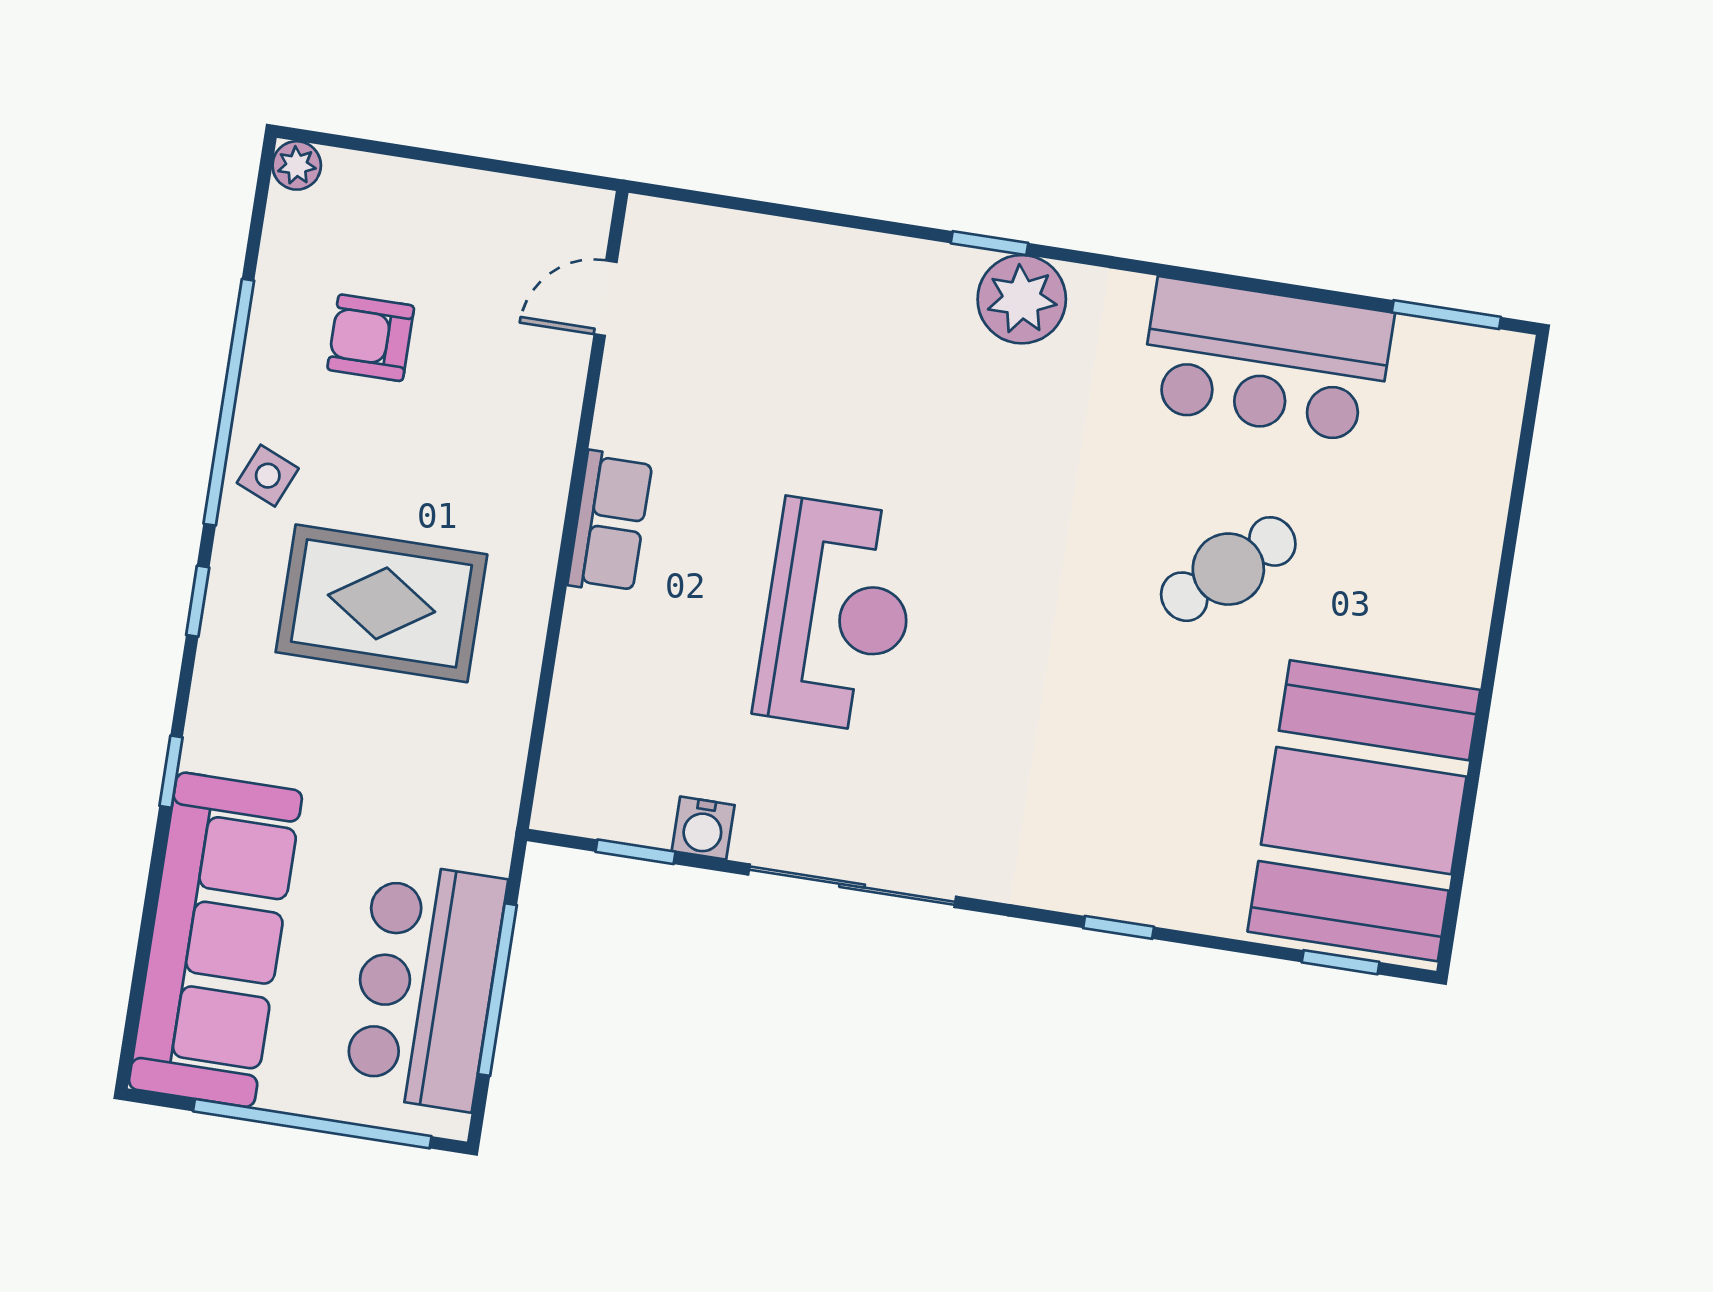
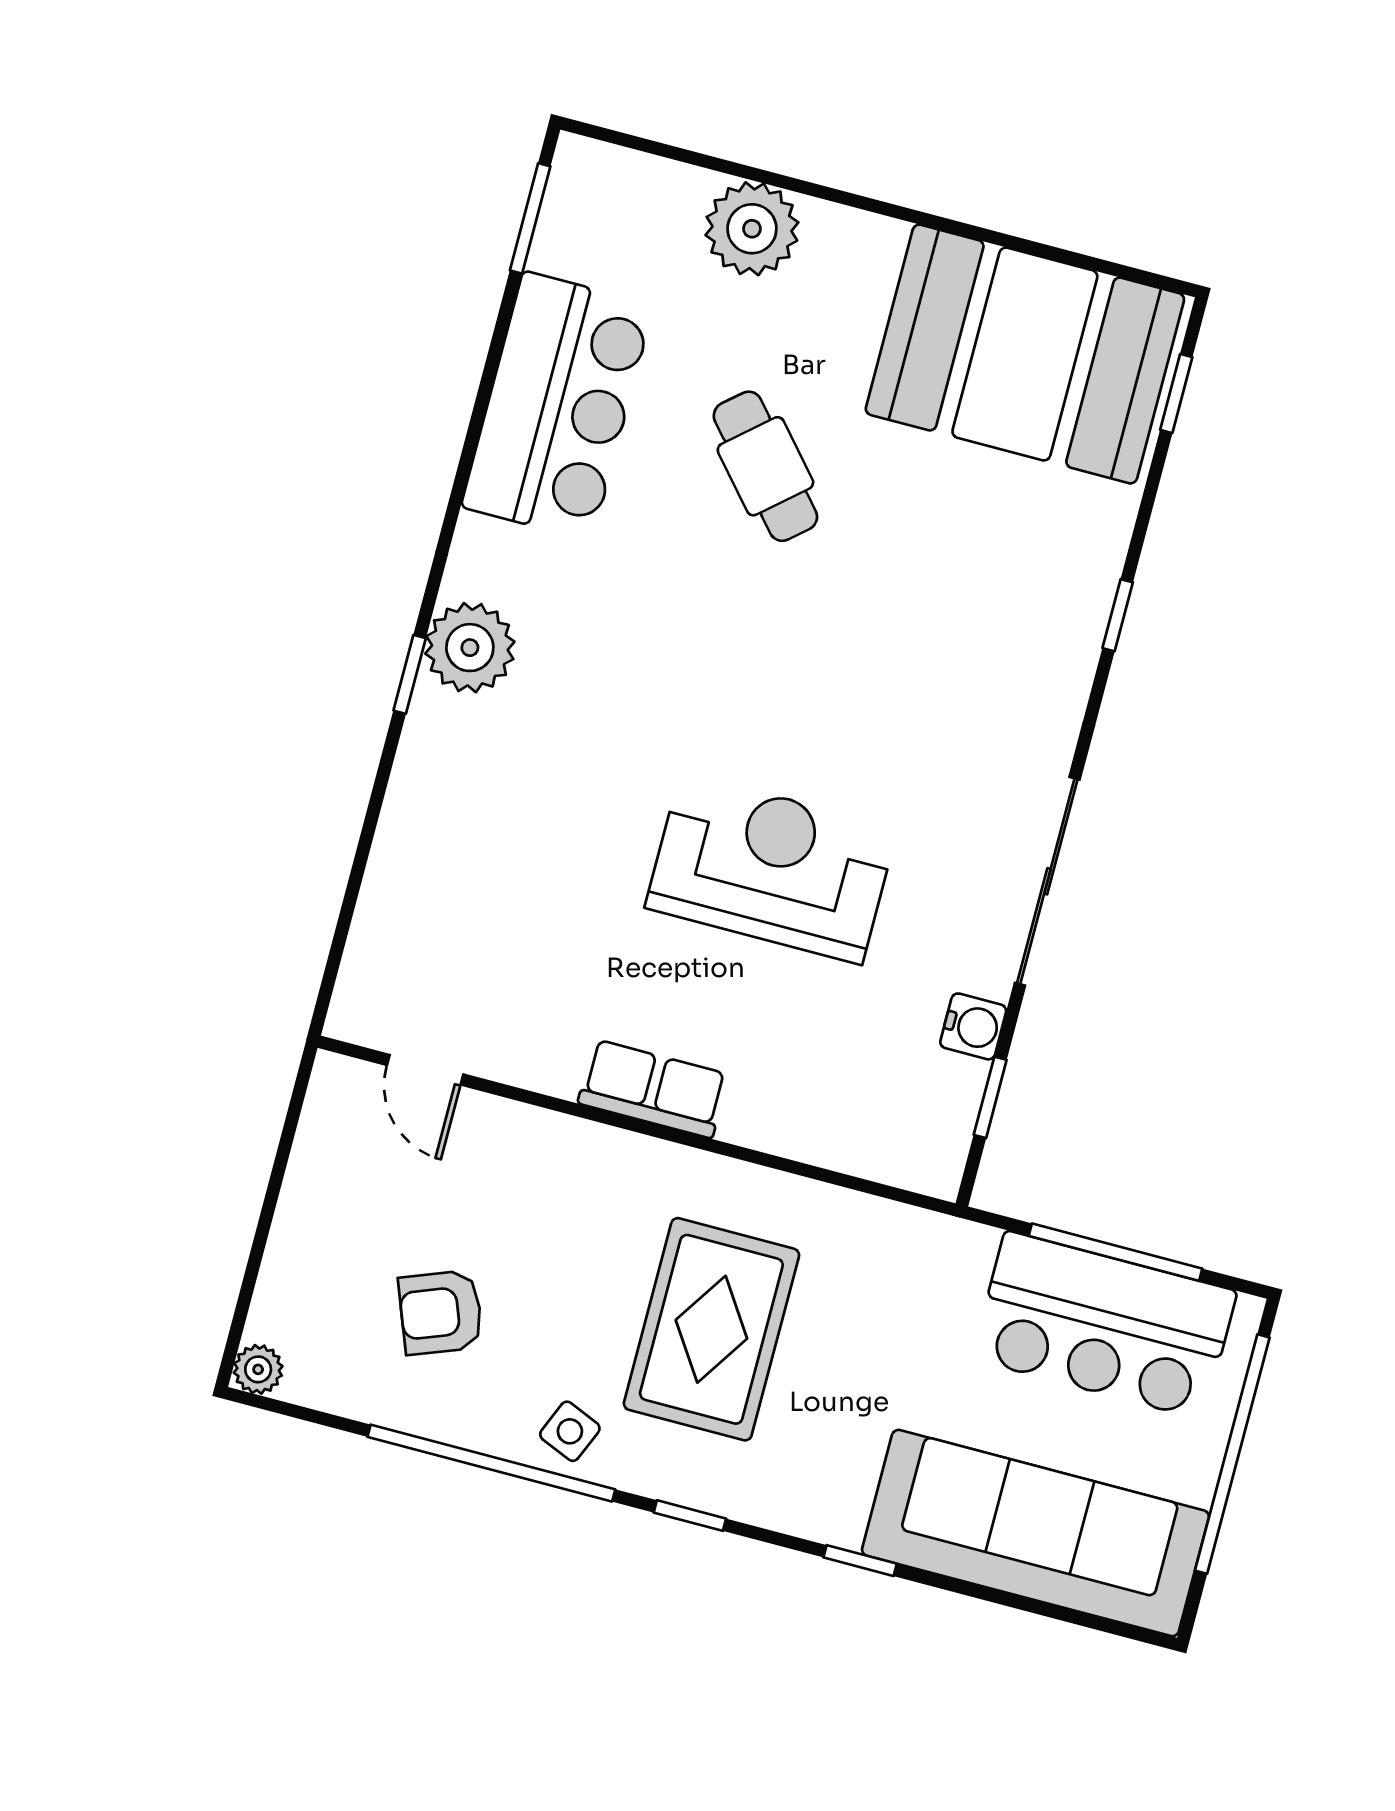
armchair: (371, 338) -> (441, 1312), turned 69
plant: (1458, 532) -> (752, 229), added

